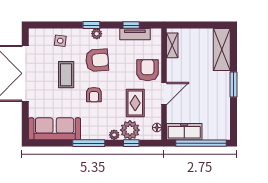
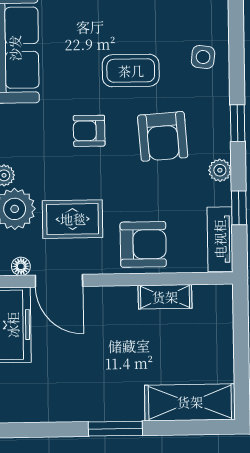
plant: (97, 34) -> (220, 170), moved
tv unit: (135, 34) -> (220, 239), moved
shelving: (172, 45) -> (165, 297), moved
door: (164, 94) -> (59, 281), moved

